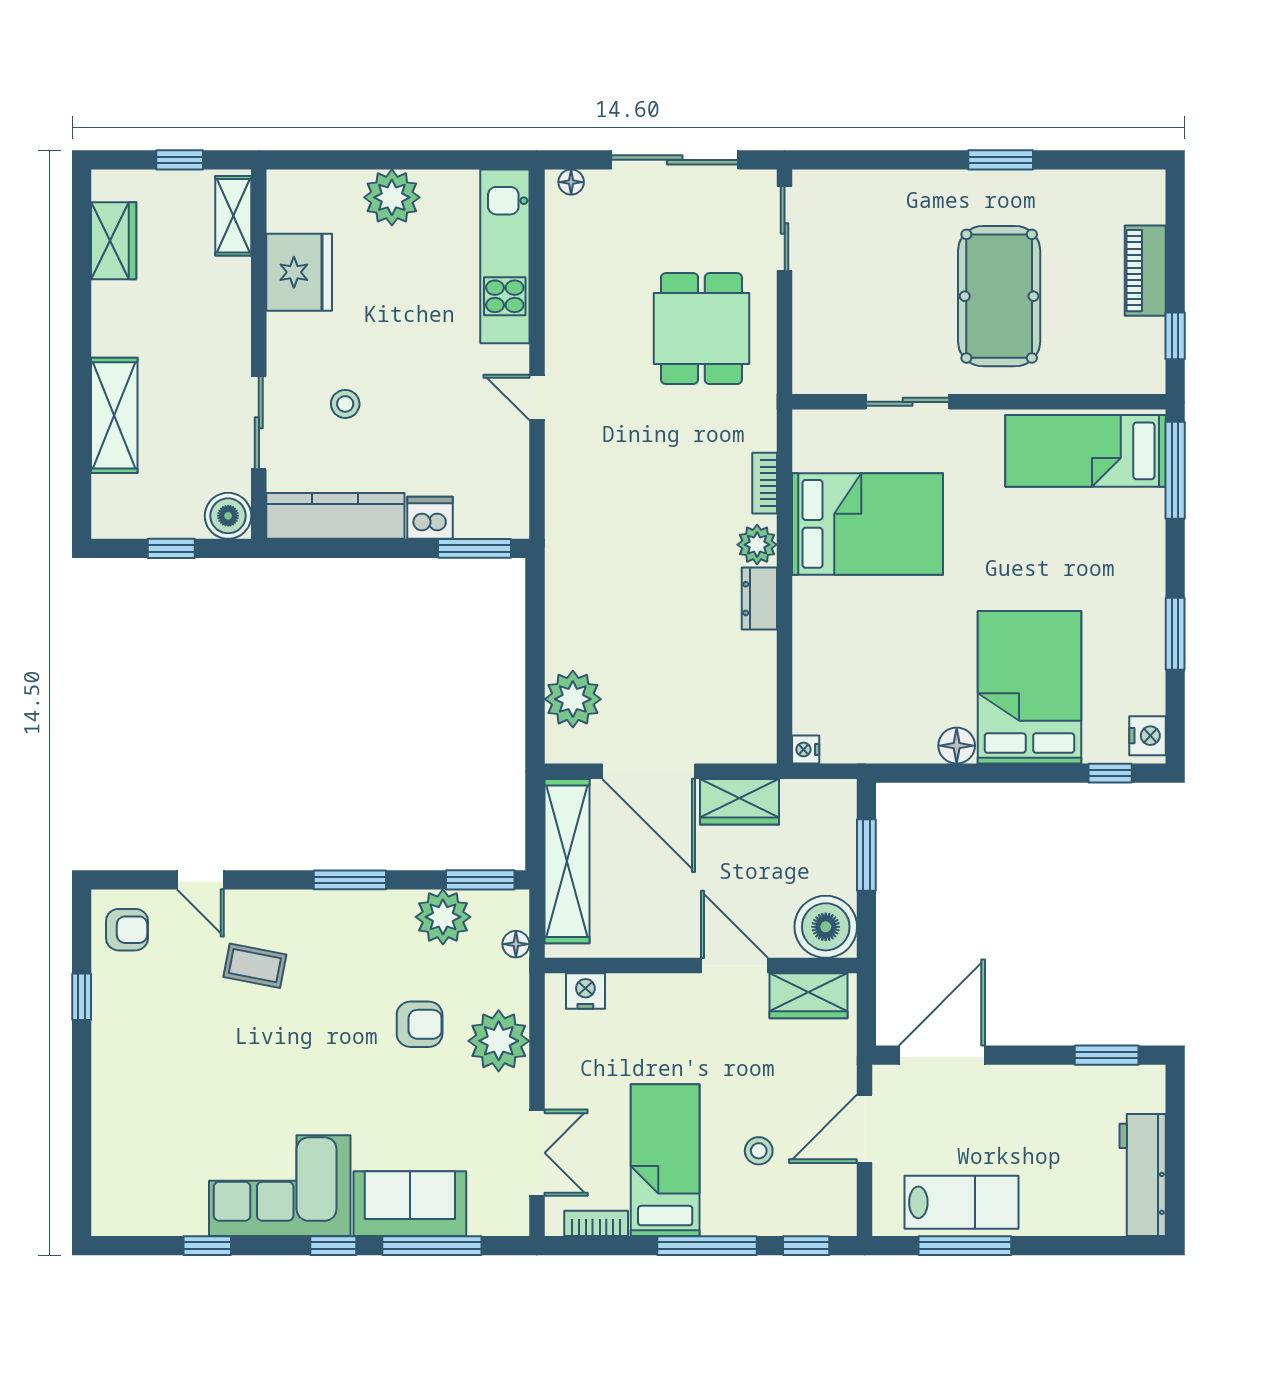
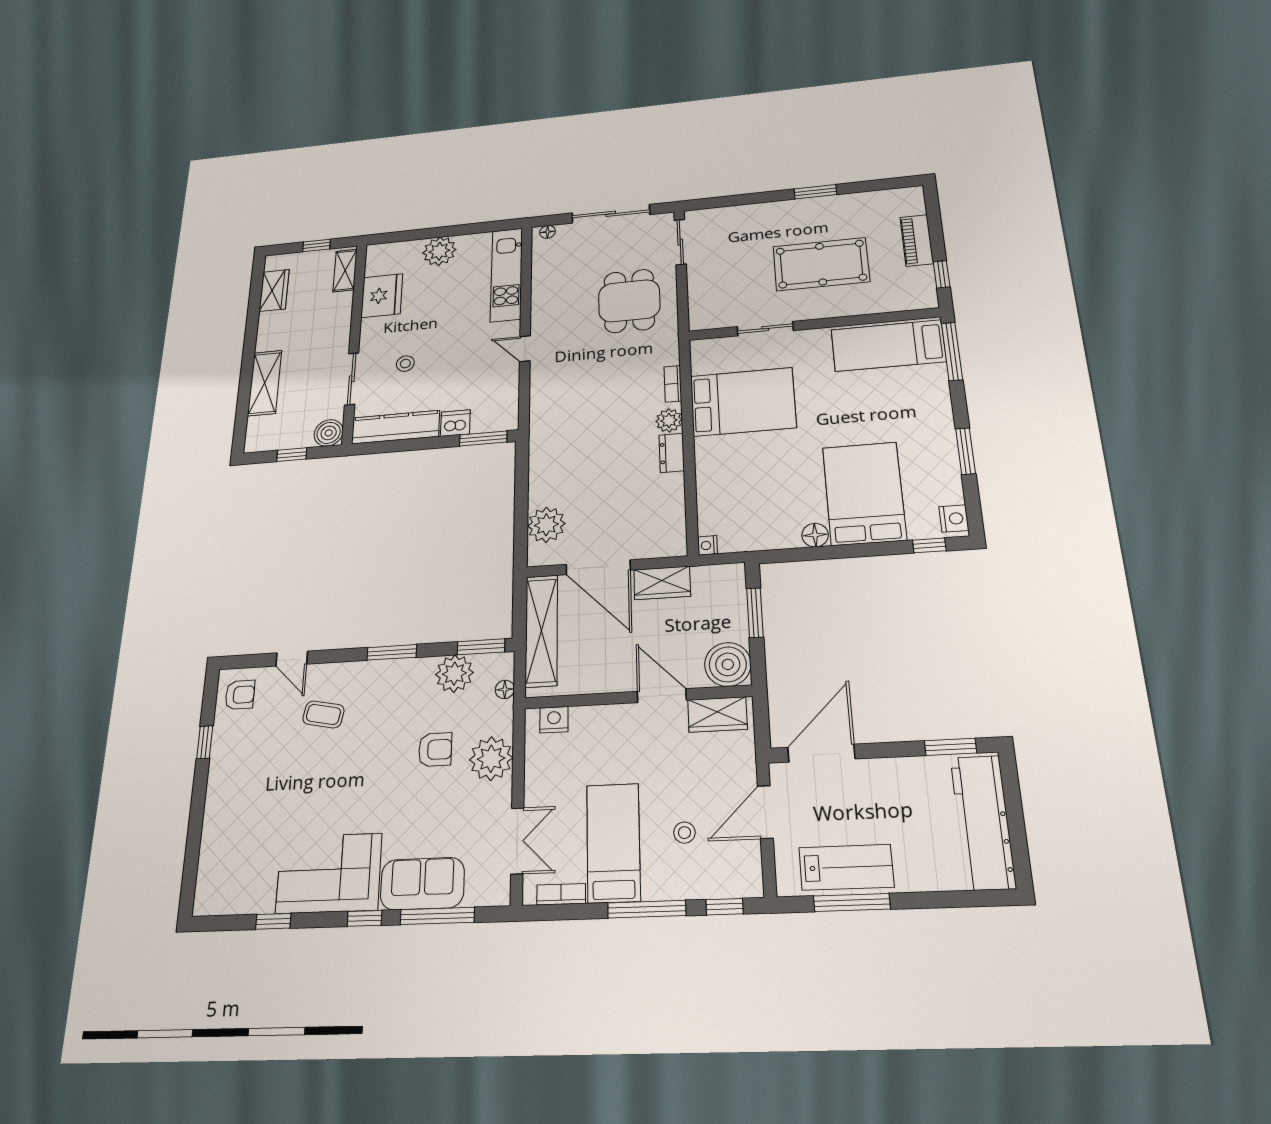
pool table: (999, 296) -> (821, 264), turned 90
workbench: (1143, 1175) -> (983, 822), width x1.36, depth x1.32

